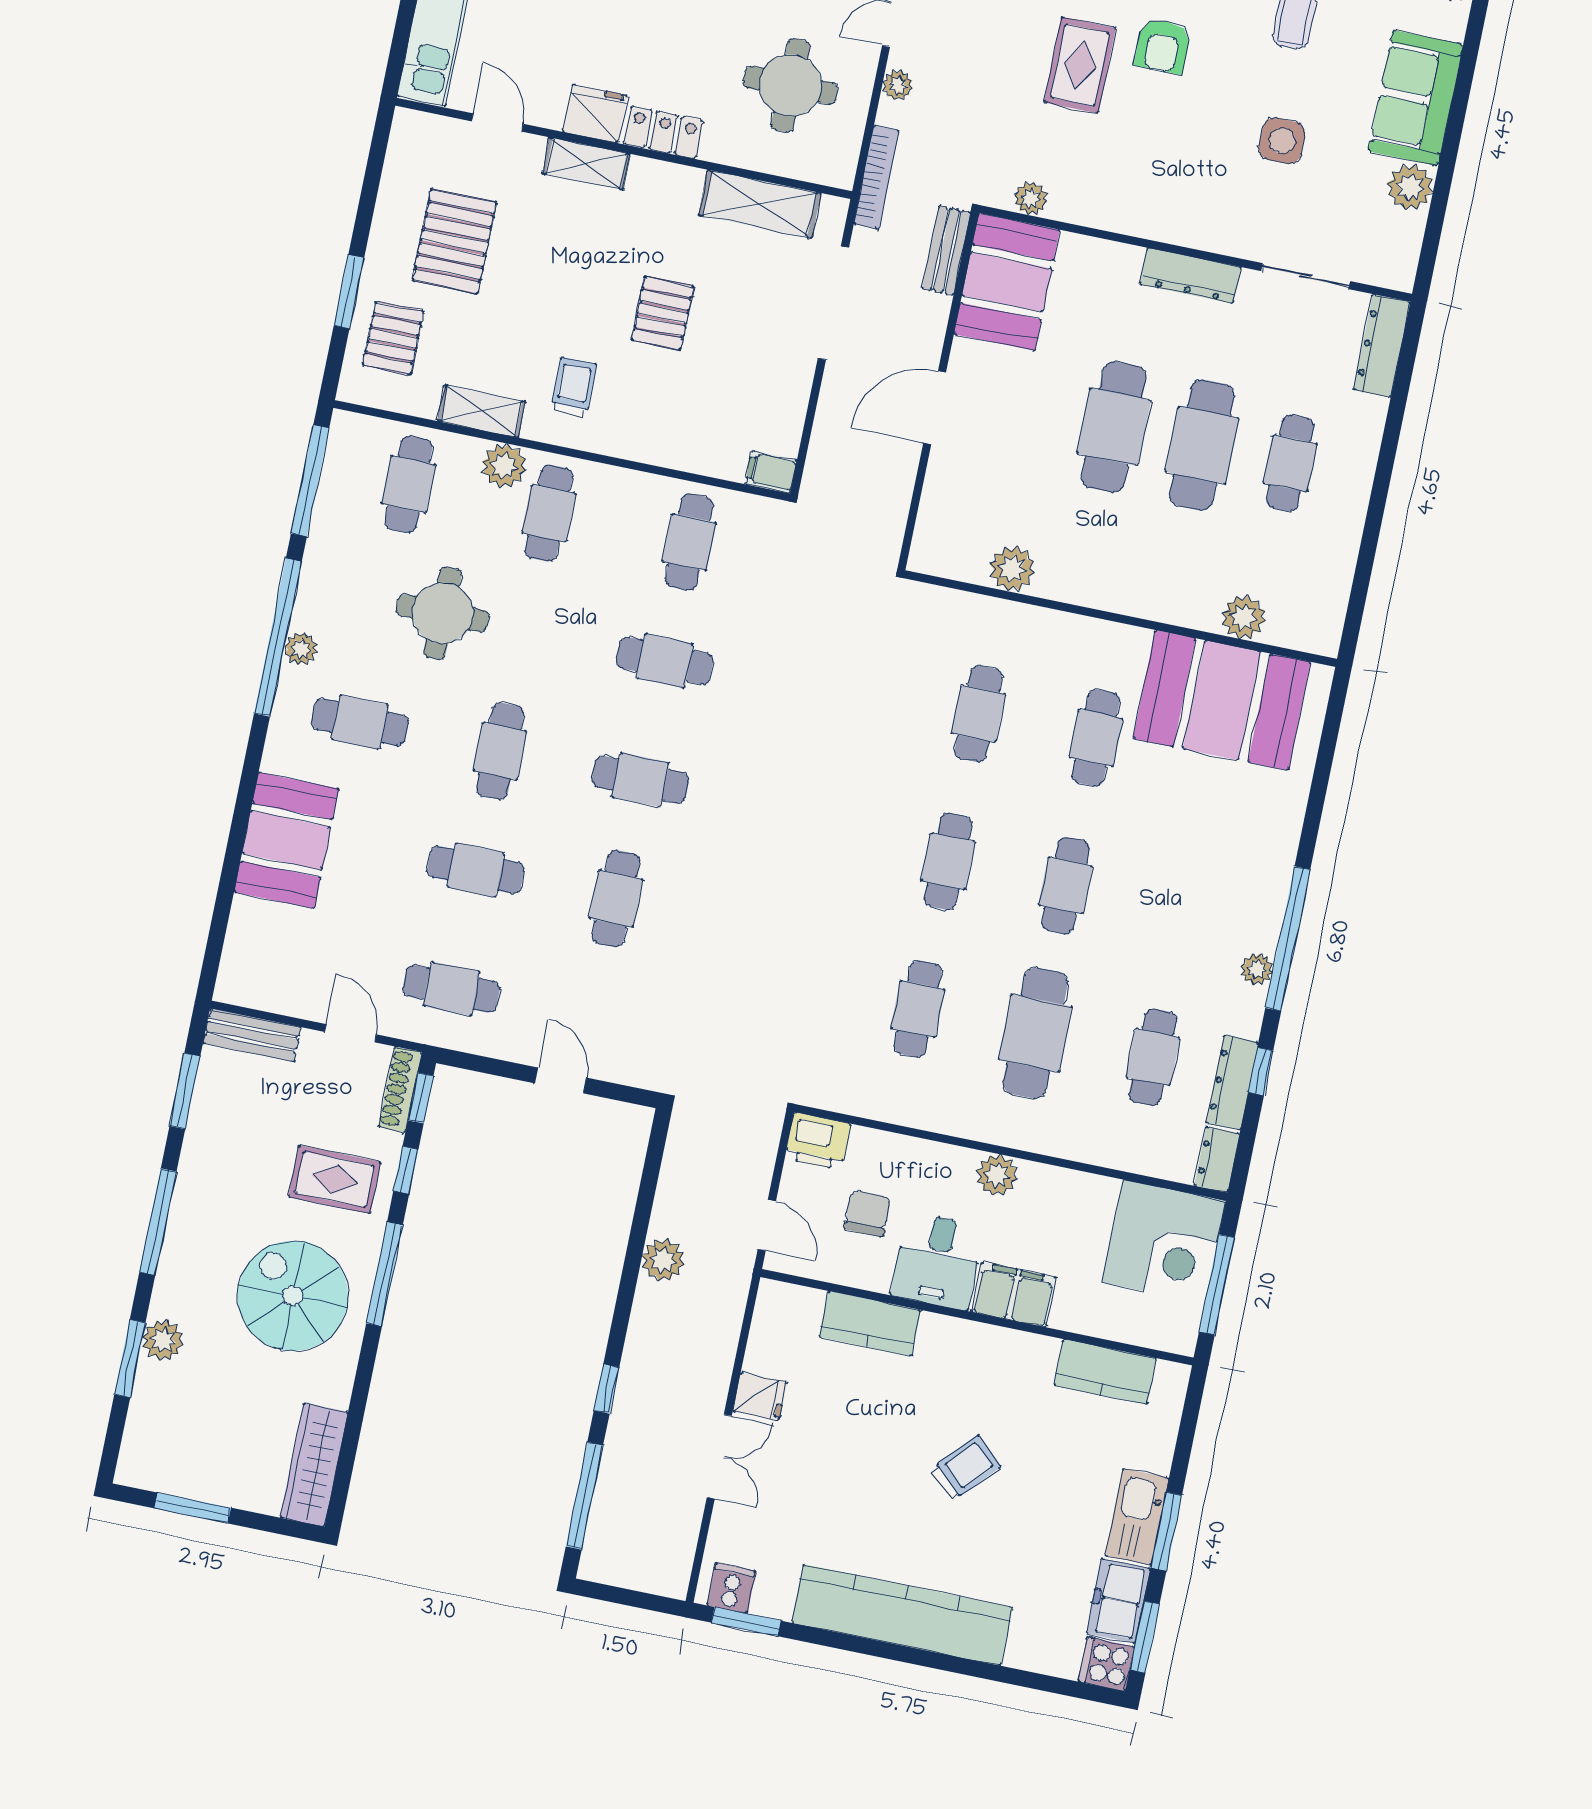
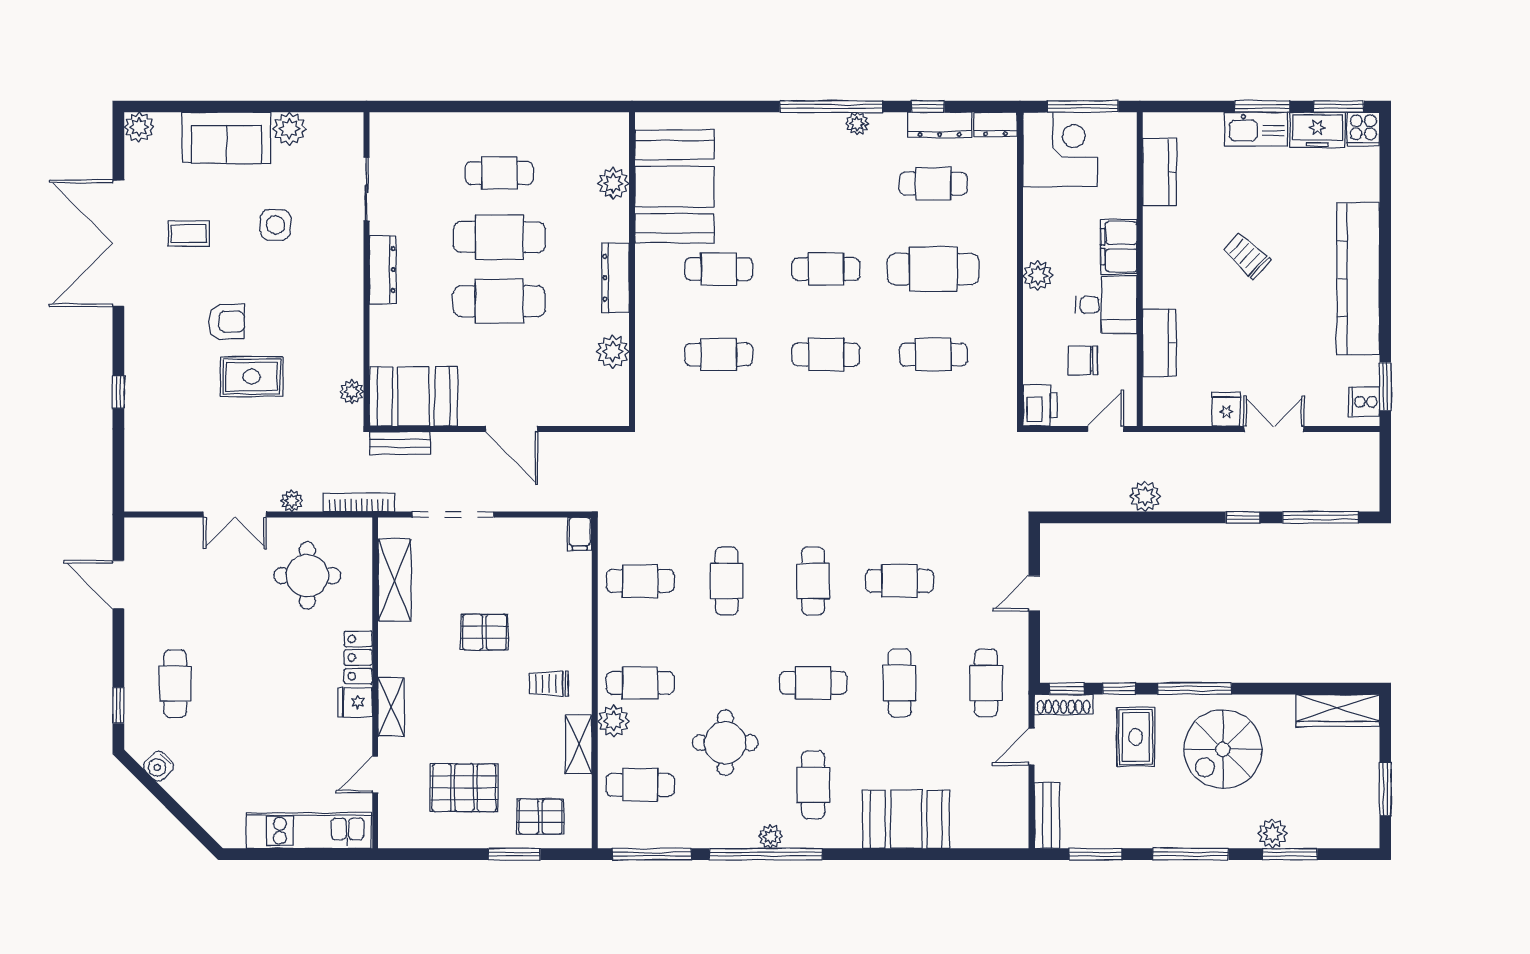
fridge: (595, 114) -> (355, 702), width x0.72
dresser: (1382, 346) -> (615, 278), moved, turned 90

